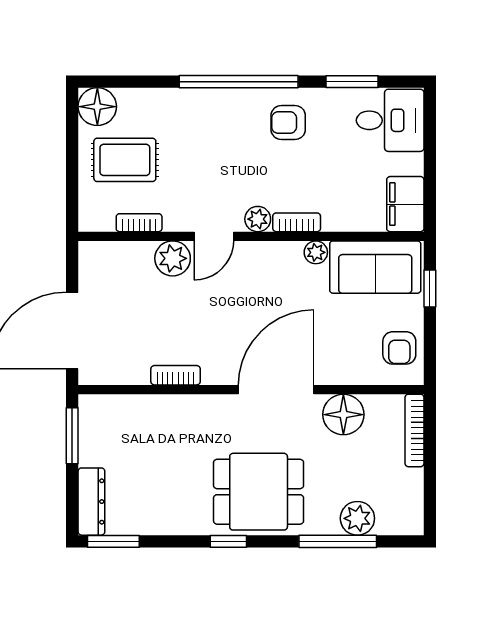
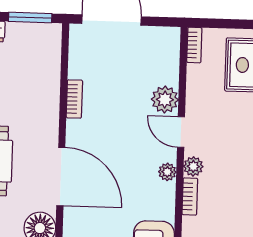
bookcase: (139, 223) -> (194, 45), moved
plant: (316, 252) -> (167, 172), moved

